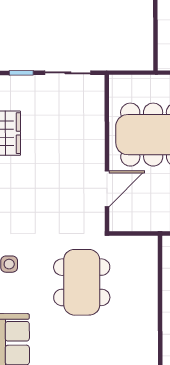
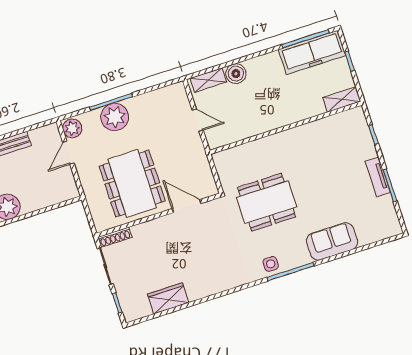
shoe rack: (98, 95) -> (115, 237), added

